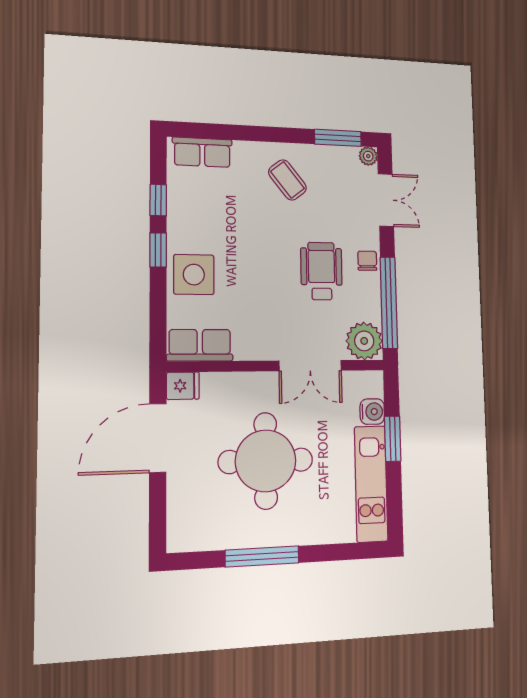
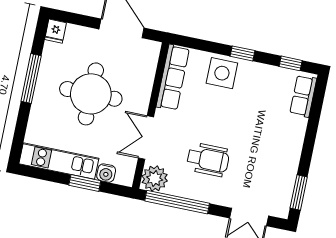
plant: (368, 156) -> (282, 211), removed
coffee table: (287, 180) -> (275, 150), removed
window: (158, 200) -> (291, 63), moved
chair: (367, 261) -> (209, 194), removed
row of seats: (200, 345) -> (173, 78), width x1.48
fridge: (183, 386) -> (55, 31), moved

